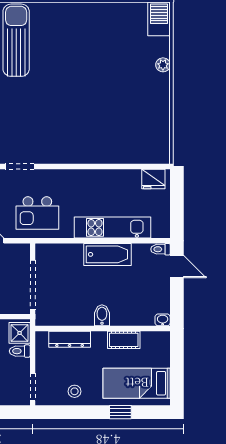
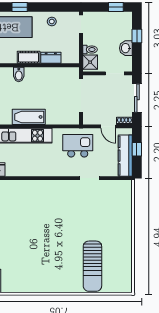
bidet: (102, 315) -> (19, 74), moved
dresser: (70, 339) -> (51, 58), width x0.70
cot: (124, 340) -> (29, 57), moved

